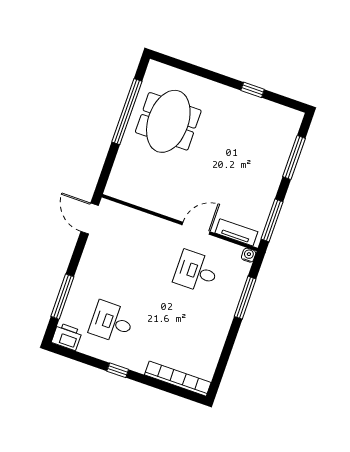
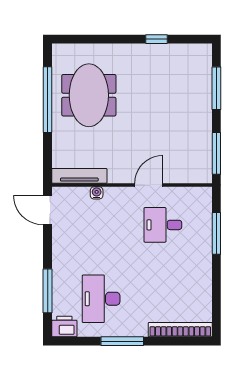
tv unit: (236, 232) -> (79, 176), moved, width x1.41
water cooler: (249, 255) -> (97, 193), moved
desk: (112, 322) -> (101, 299), width x1.37
window: (118, 370) -> (122, 341), width x2.17

